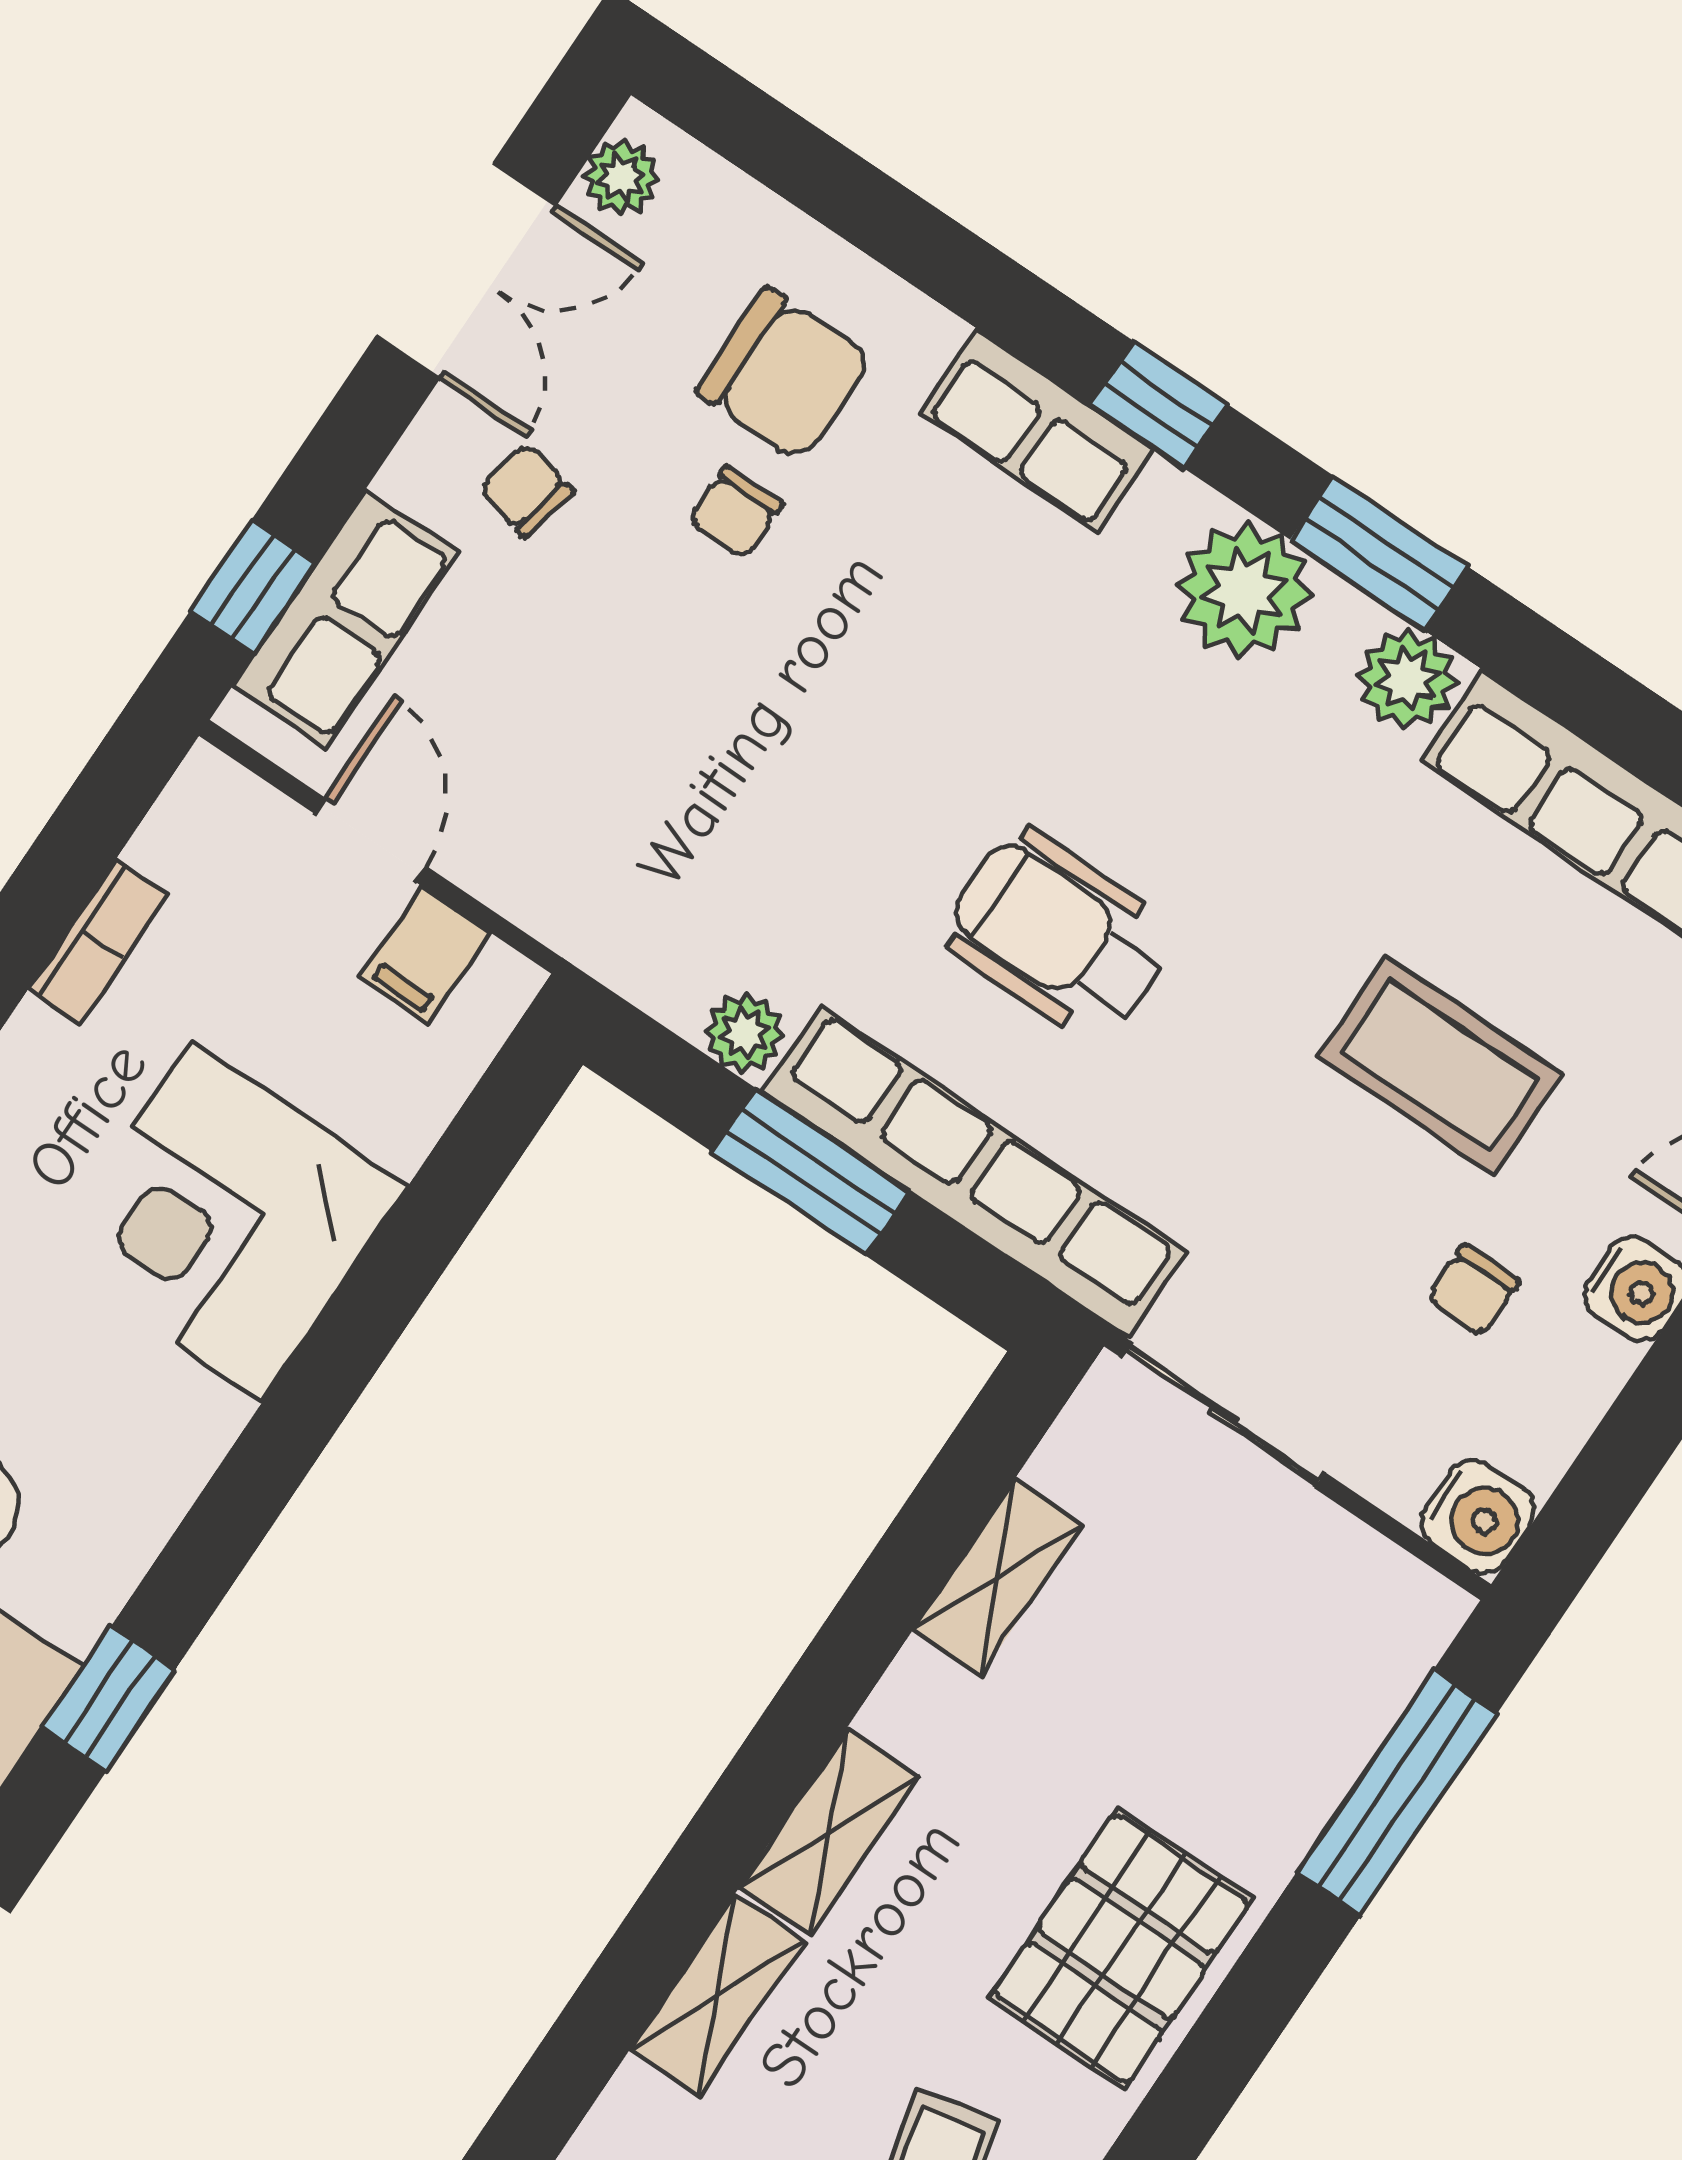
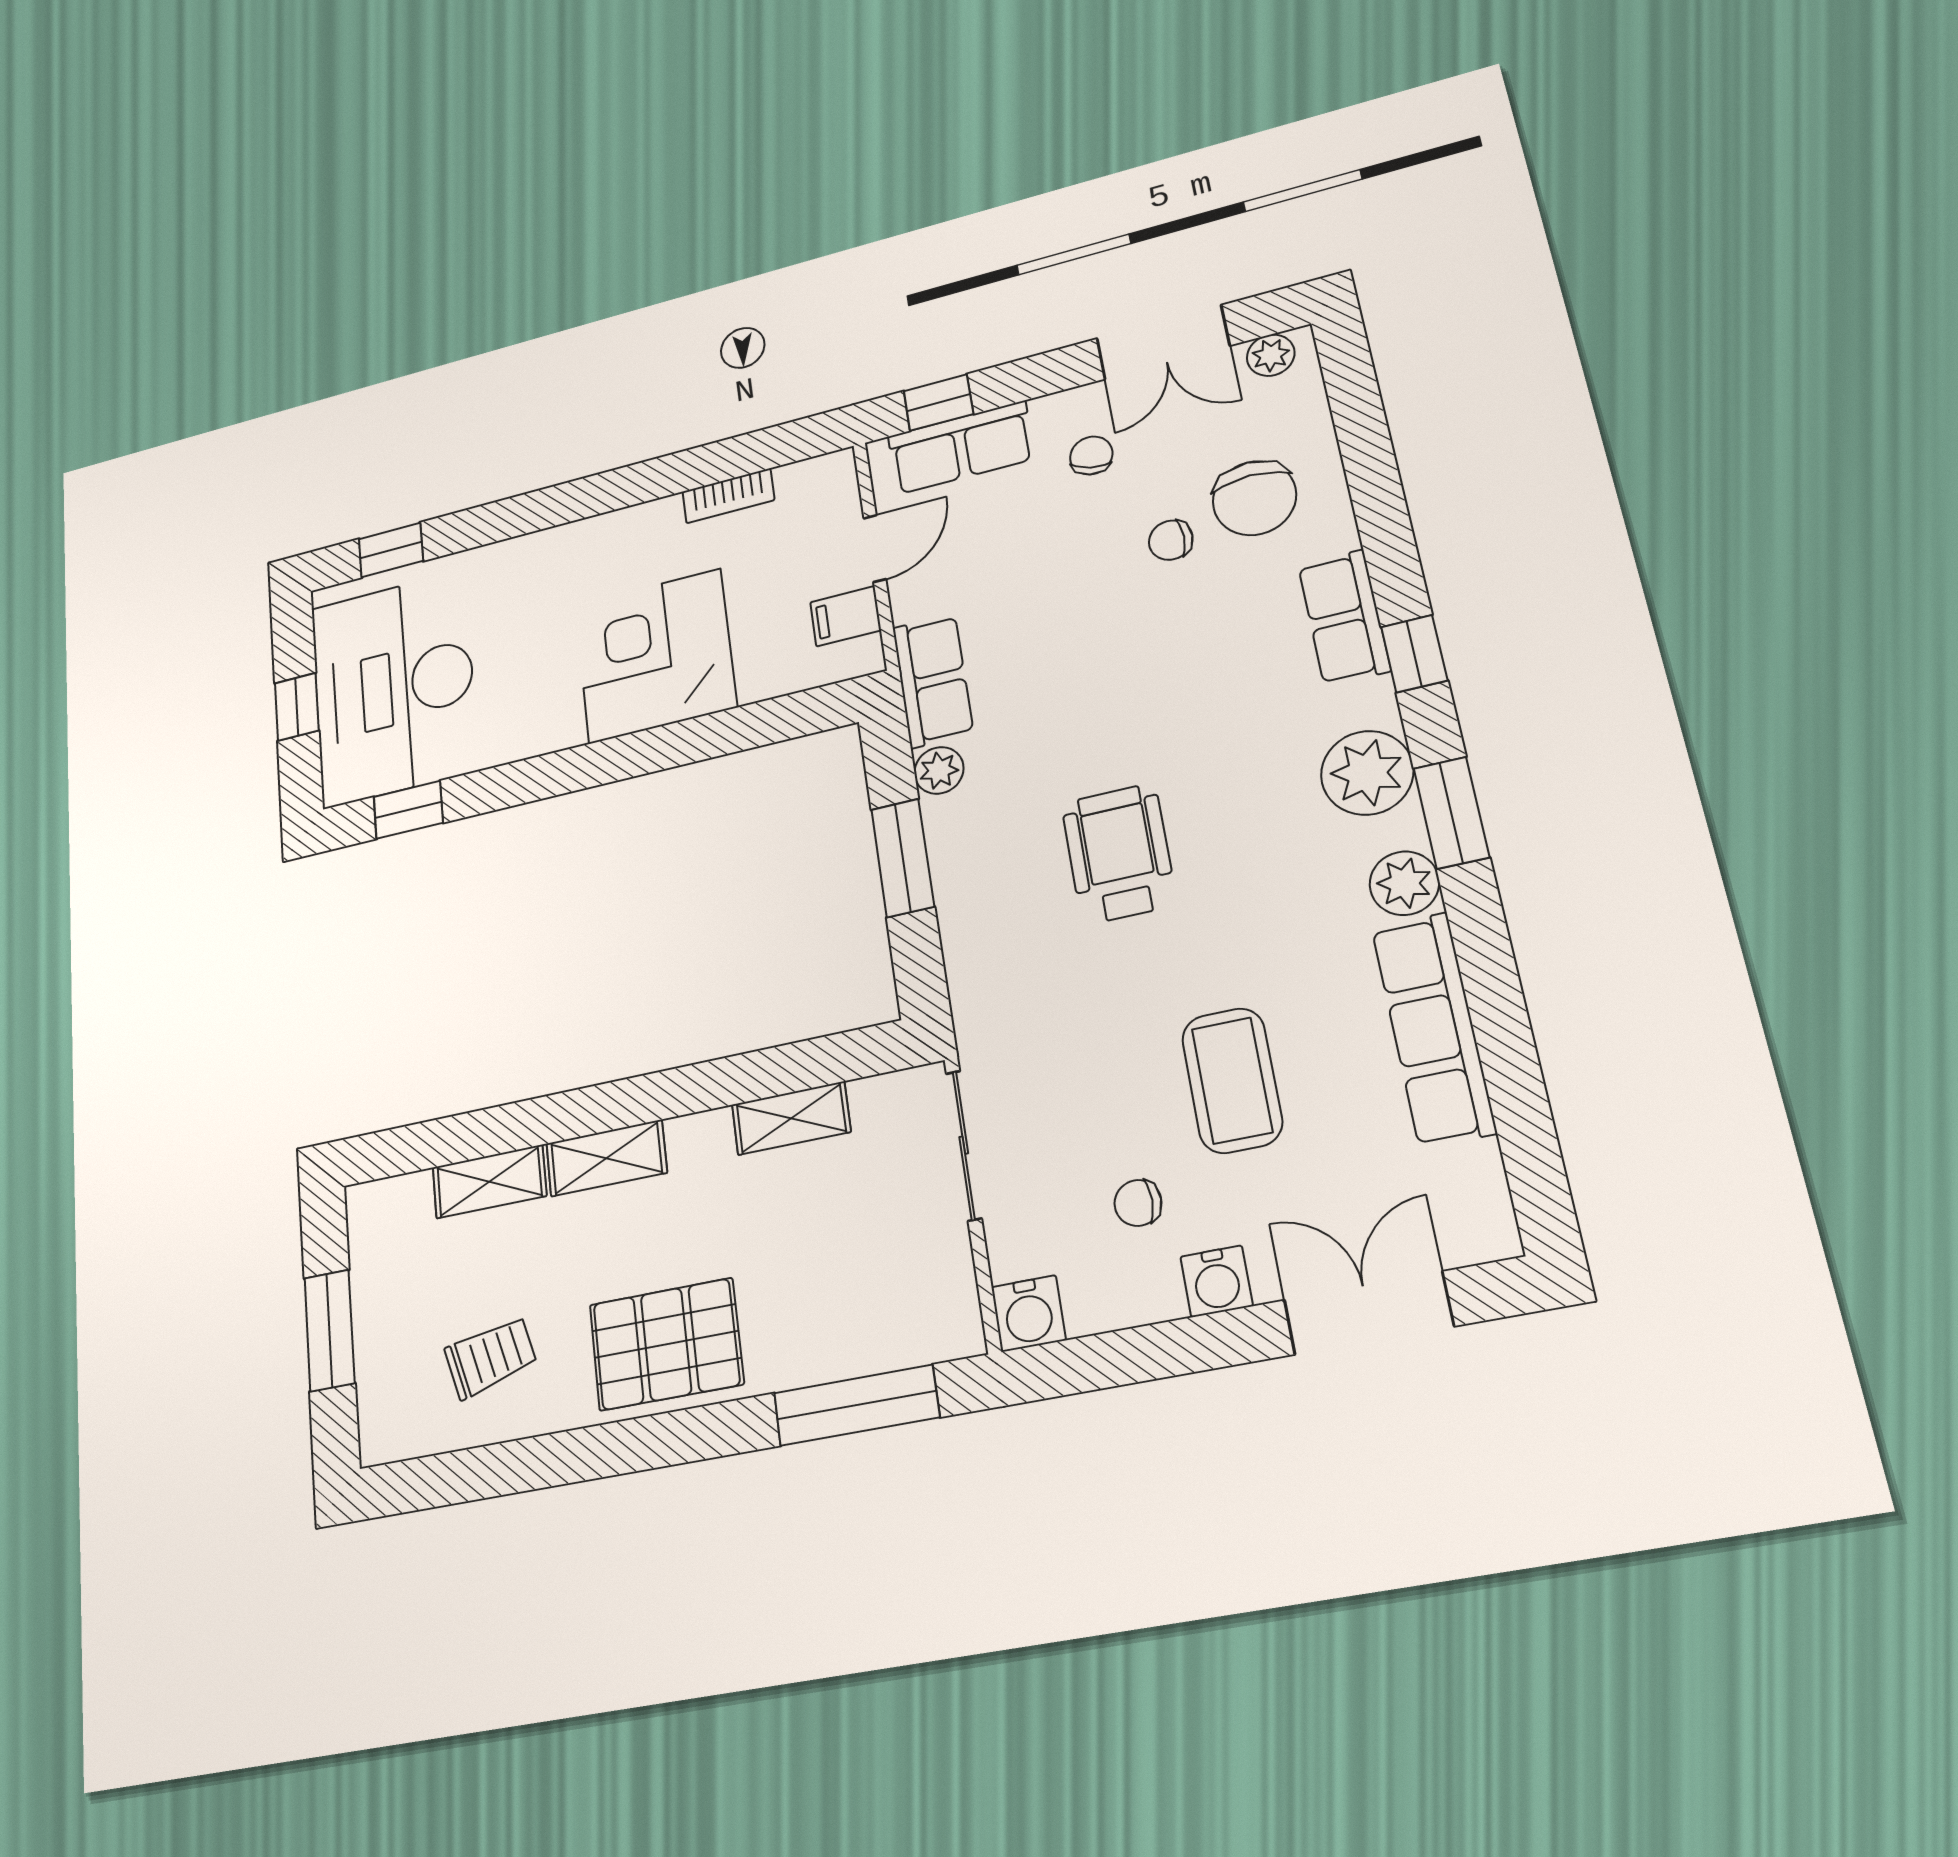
row of seats: (974, 1172) -> (933, 680), moved, width x0.50

